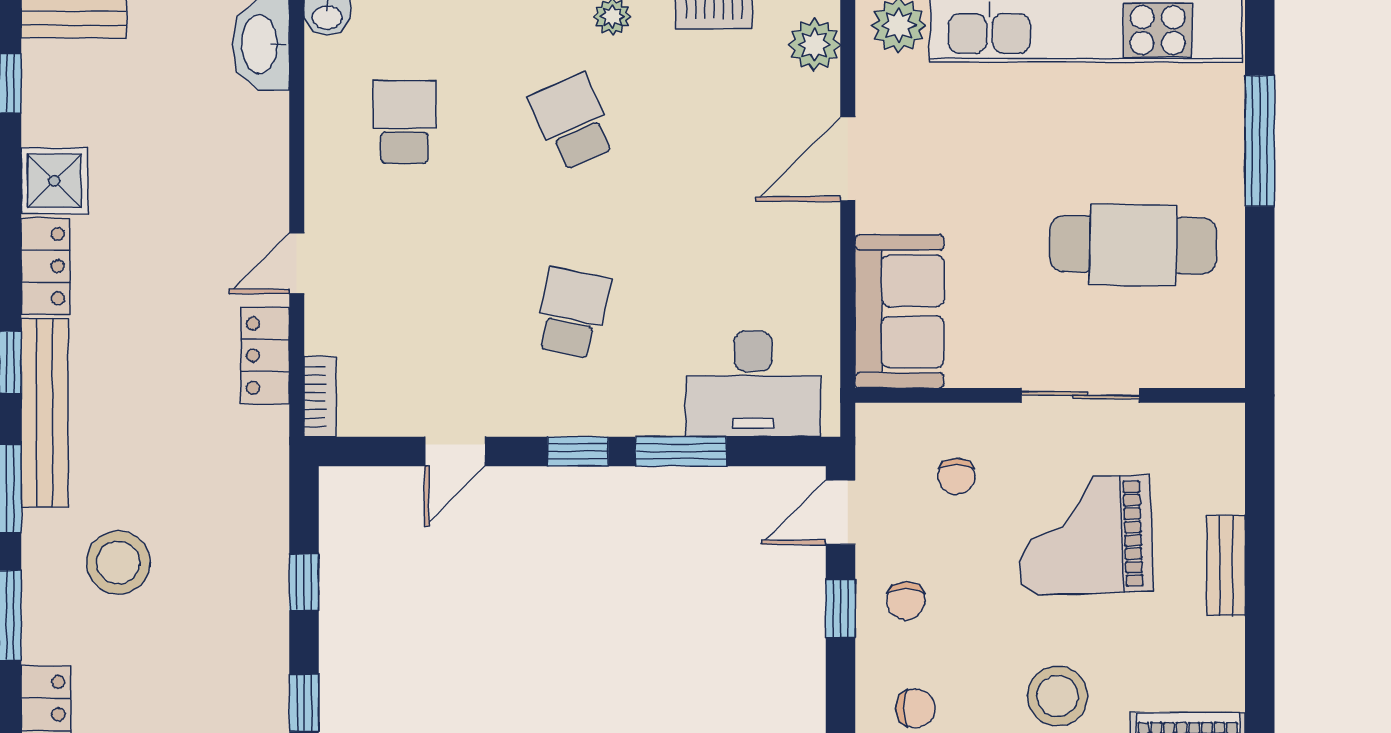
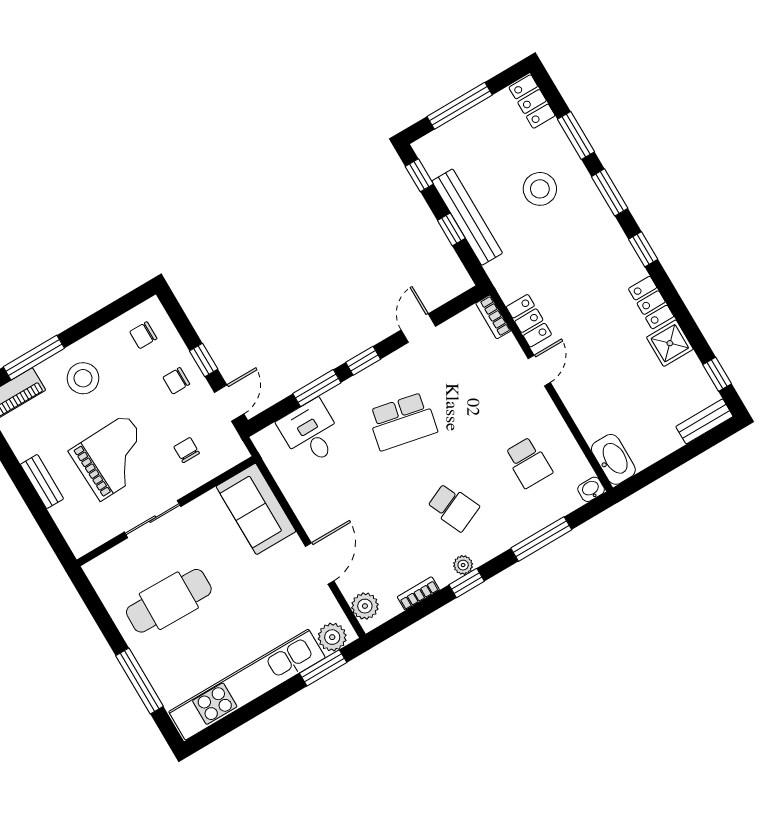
school desk: (572, 313) -> (402, 421), width x1.85
desk: (753, 384) -> (311, 433), width x0.73
bench: (45, 413) -> (467, 217), moved
chair: (906, 601) -> (176, 381), turned -90

